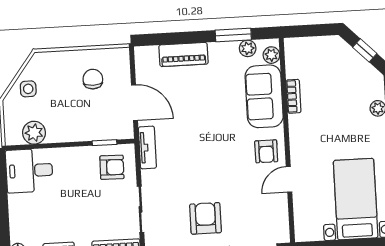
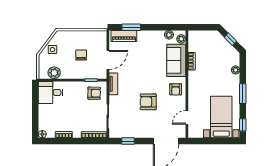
window: (233, 35) -> (131, 27), moved
piano: (184, 54) -> (124, 36), moved
chair: (93, 79) -> (81, 55), moved
door: (134, 103) -> (108, 60), hinge flipped
door: (289, 179) -> (187, 117), moved
armchair: (206, 218) -> (148, 102), moved, turned -90

